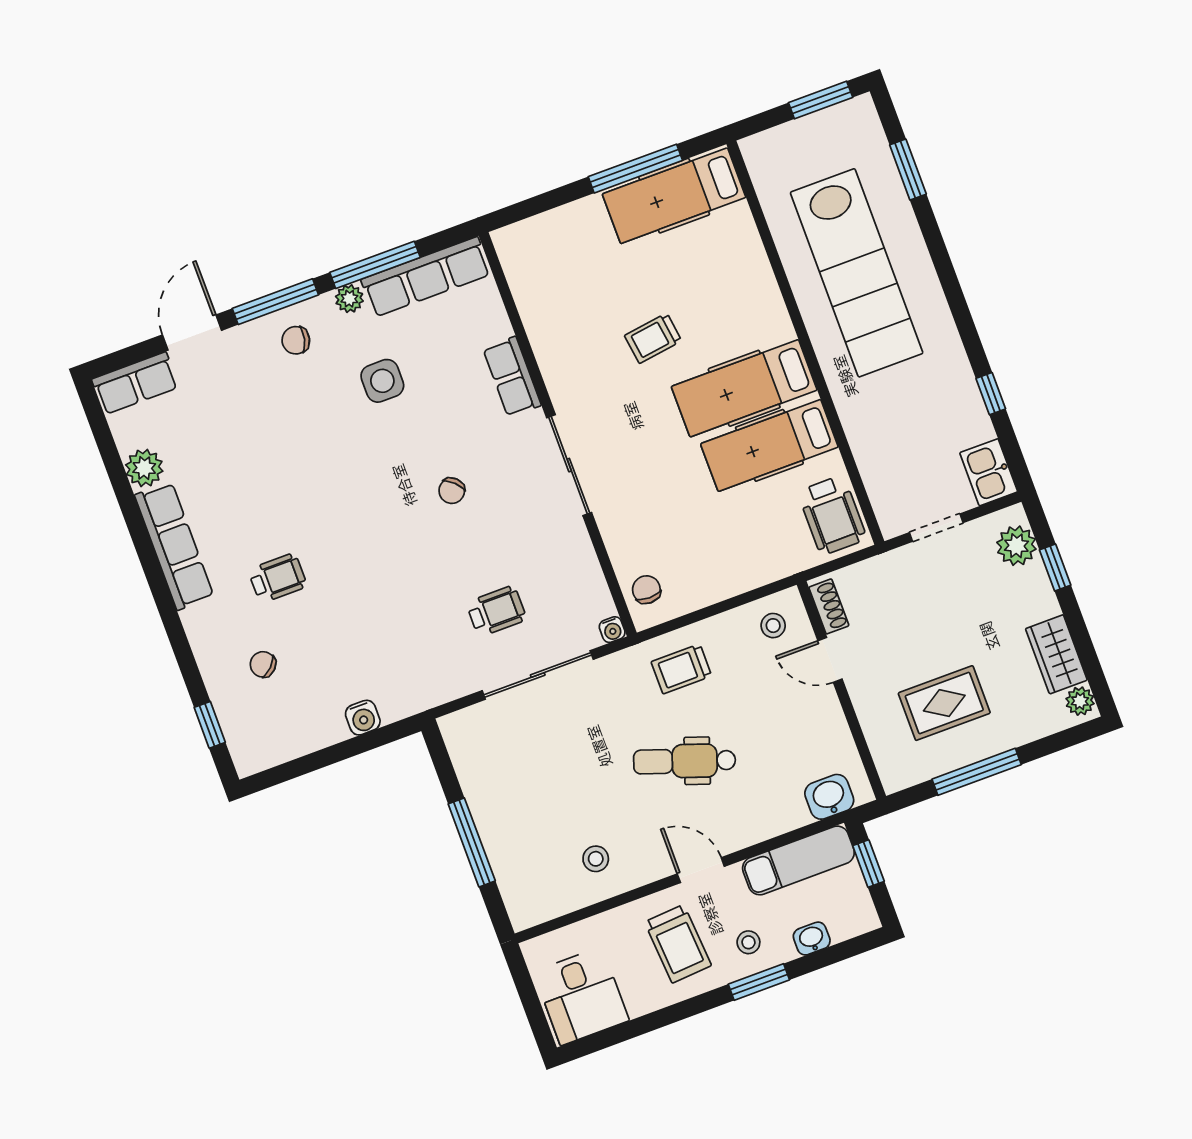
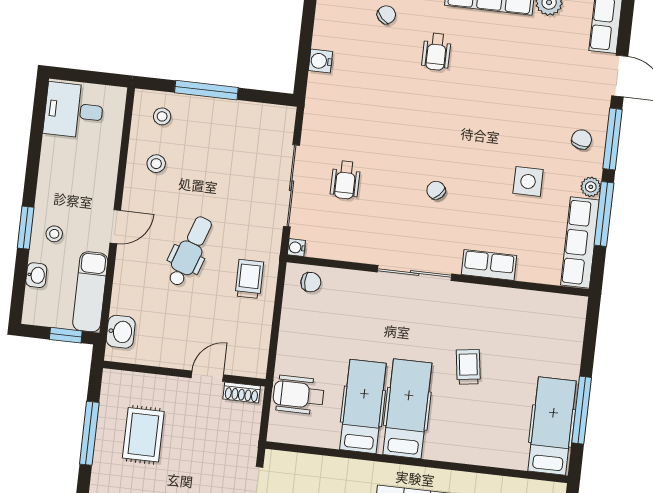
wheelchair: (832, 515) -> (299, 395), moved
stool: (773, 626) -> (162, 116), moved
trolley: (678, 944) -> (76, 189), removed

